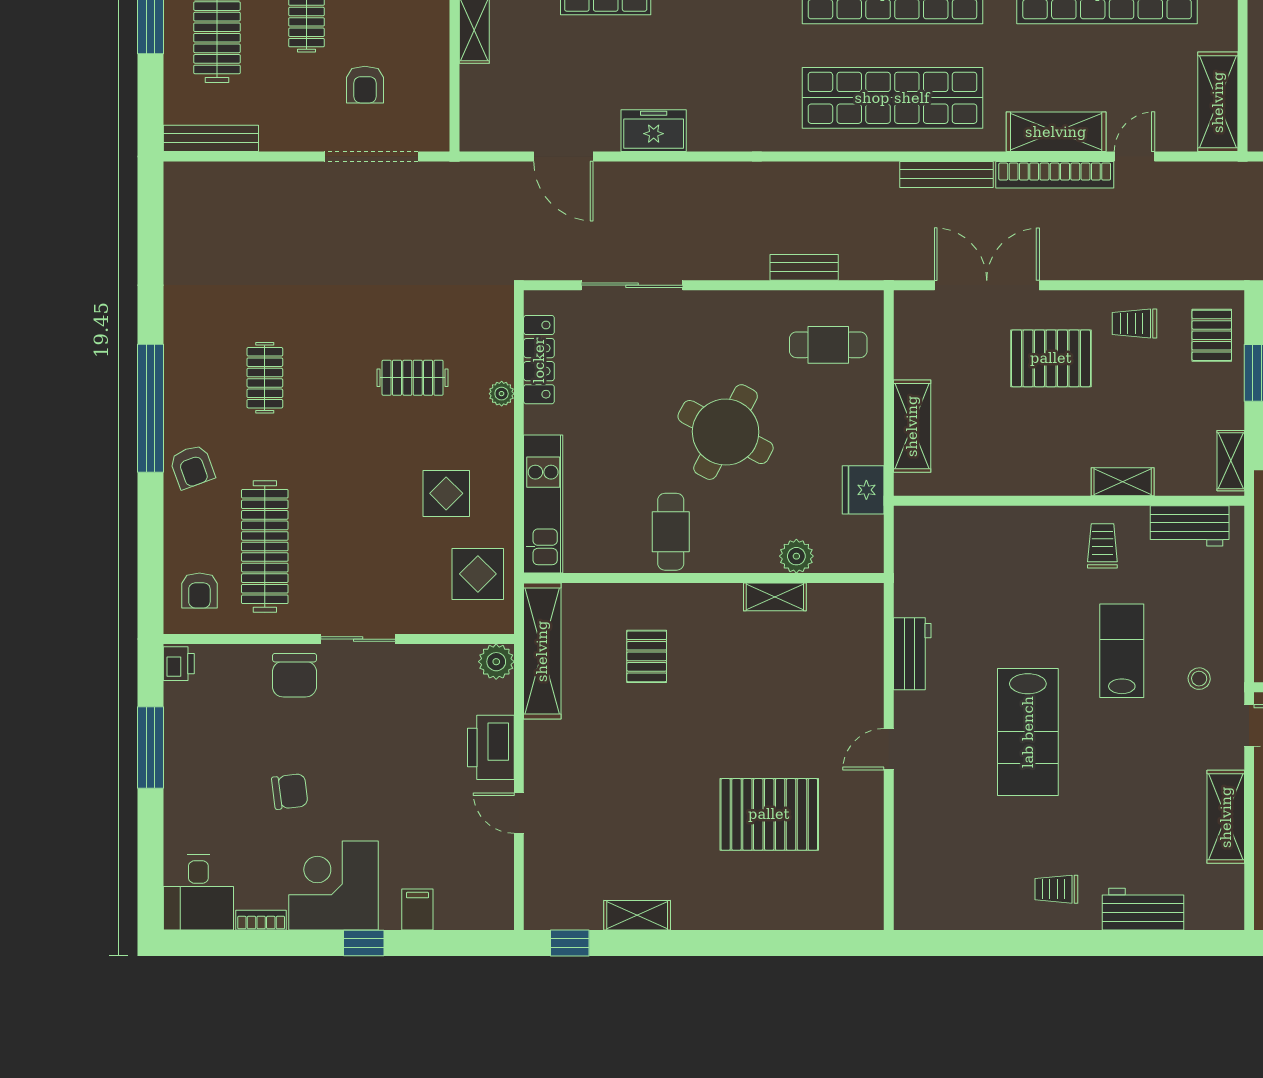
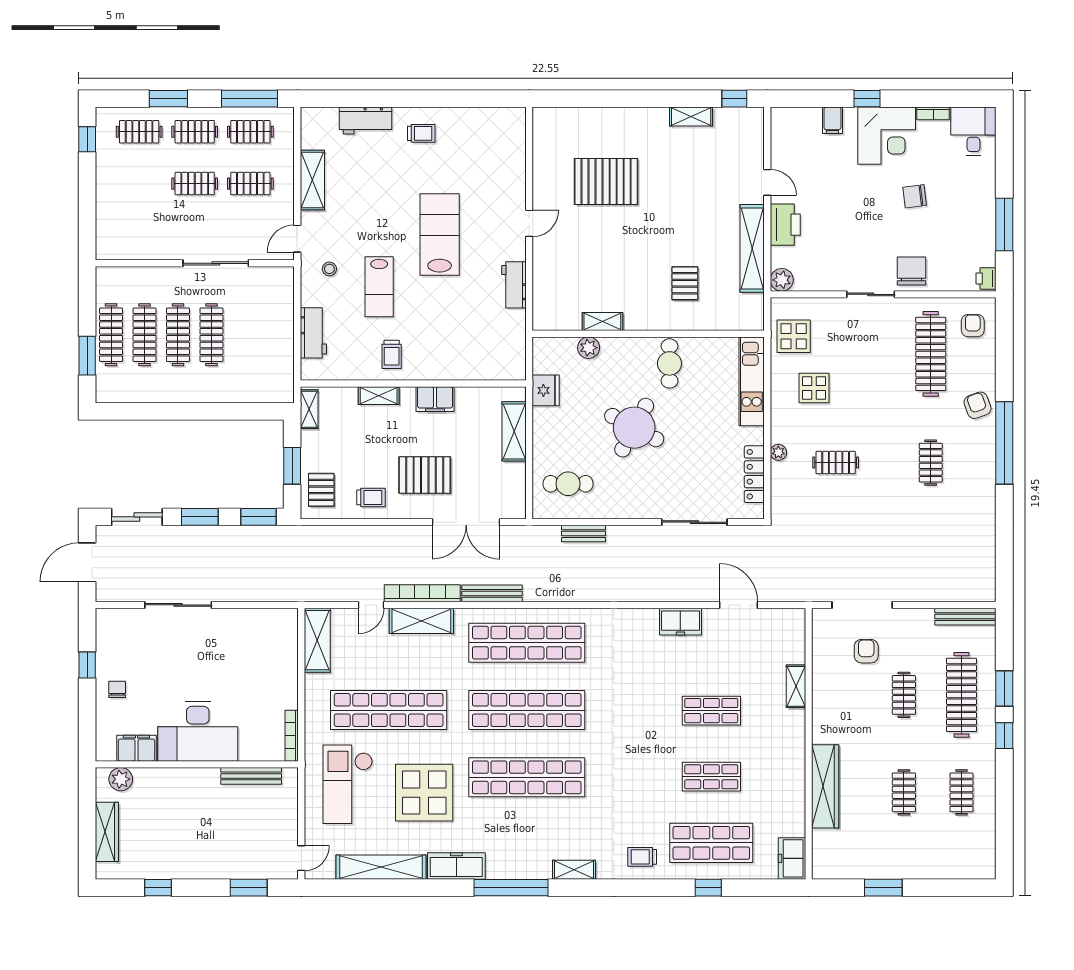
filing cabinet: (1035, 476) -> (435, 399), added
workbench: (1190, 526) -> (313, 333), moved, turned 90
shelving: (542, 651) -> (752, 248), moved

